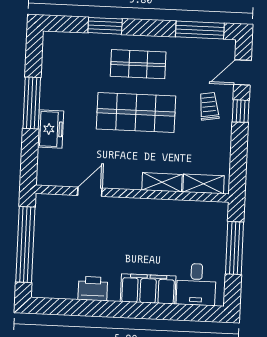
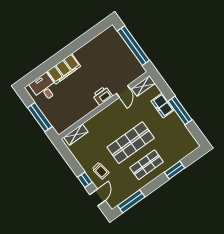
shelving: (162, 182) -> (143, 86), moved
printer: (93, 289) -> (102, 96), moved, turned 180

